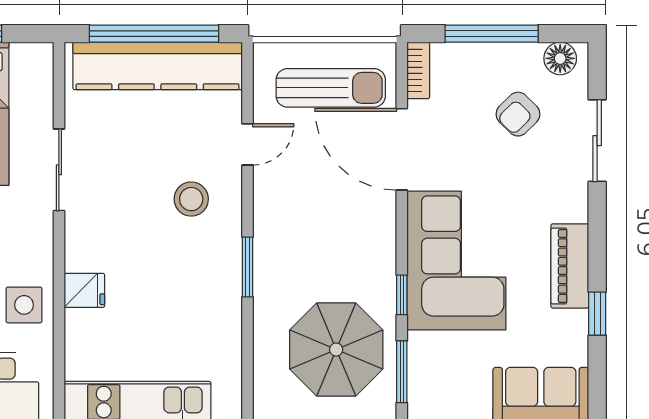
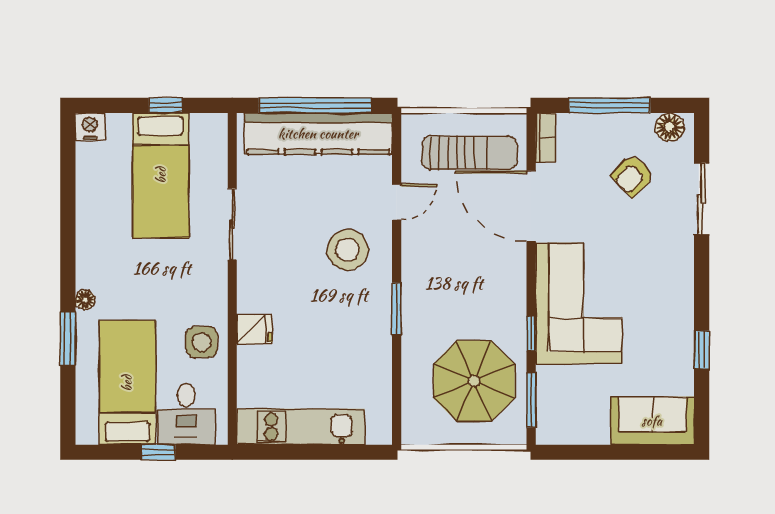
stool: (191, 199) -> (348, 250), width x1.38, depth x1.38
piano: (570, 266) -> (678, 308), removed

